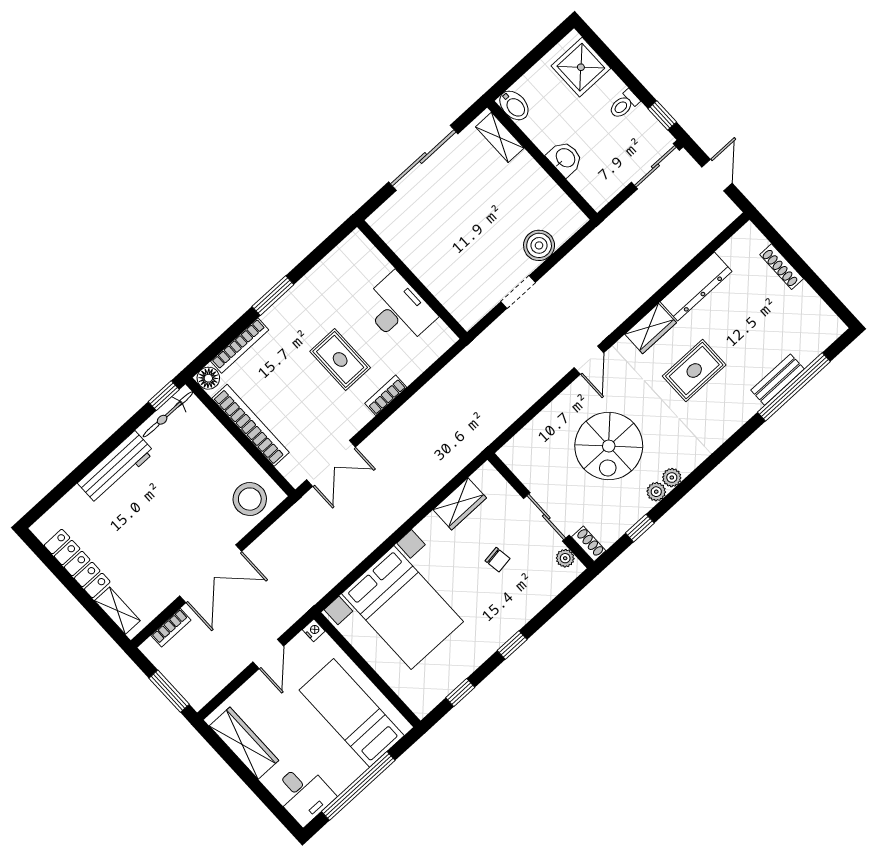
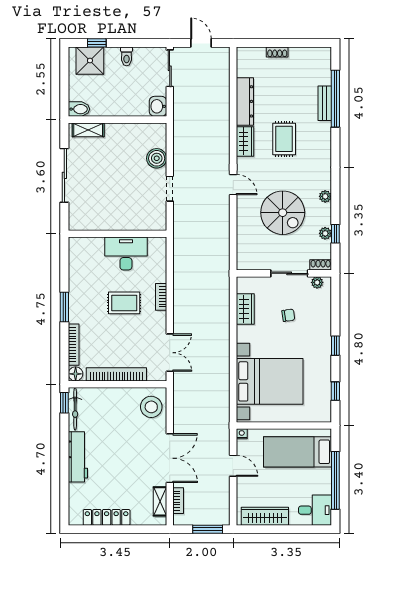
window: (662, 115) -> (97, 43), moved
washbasin: (565, 158) -> (158, 106), moved, turned -90
shoe rack: (782, 267) -> (277, 52), width x0.70
plant: (656, 492) -> (325, 233), moved
shelving: (117, 611) -> (160, 501), moved, turned 90

